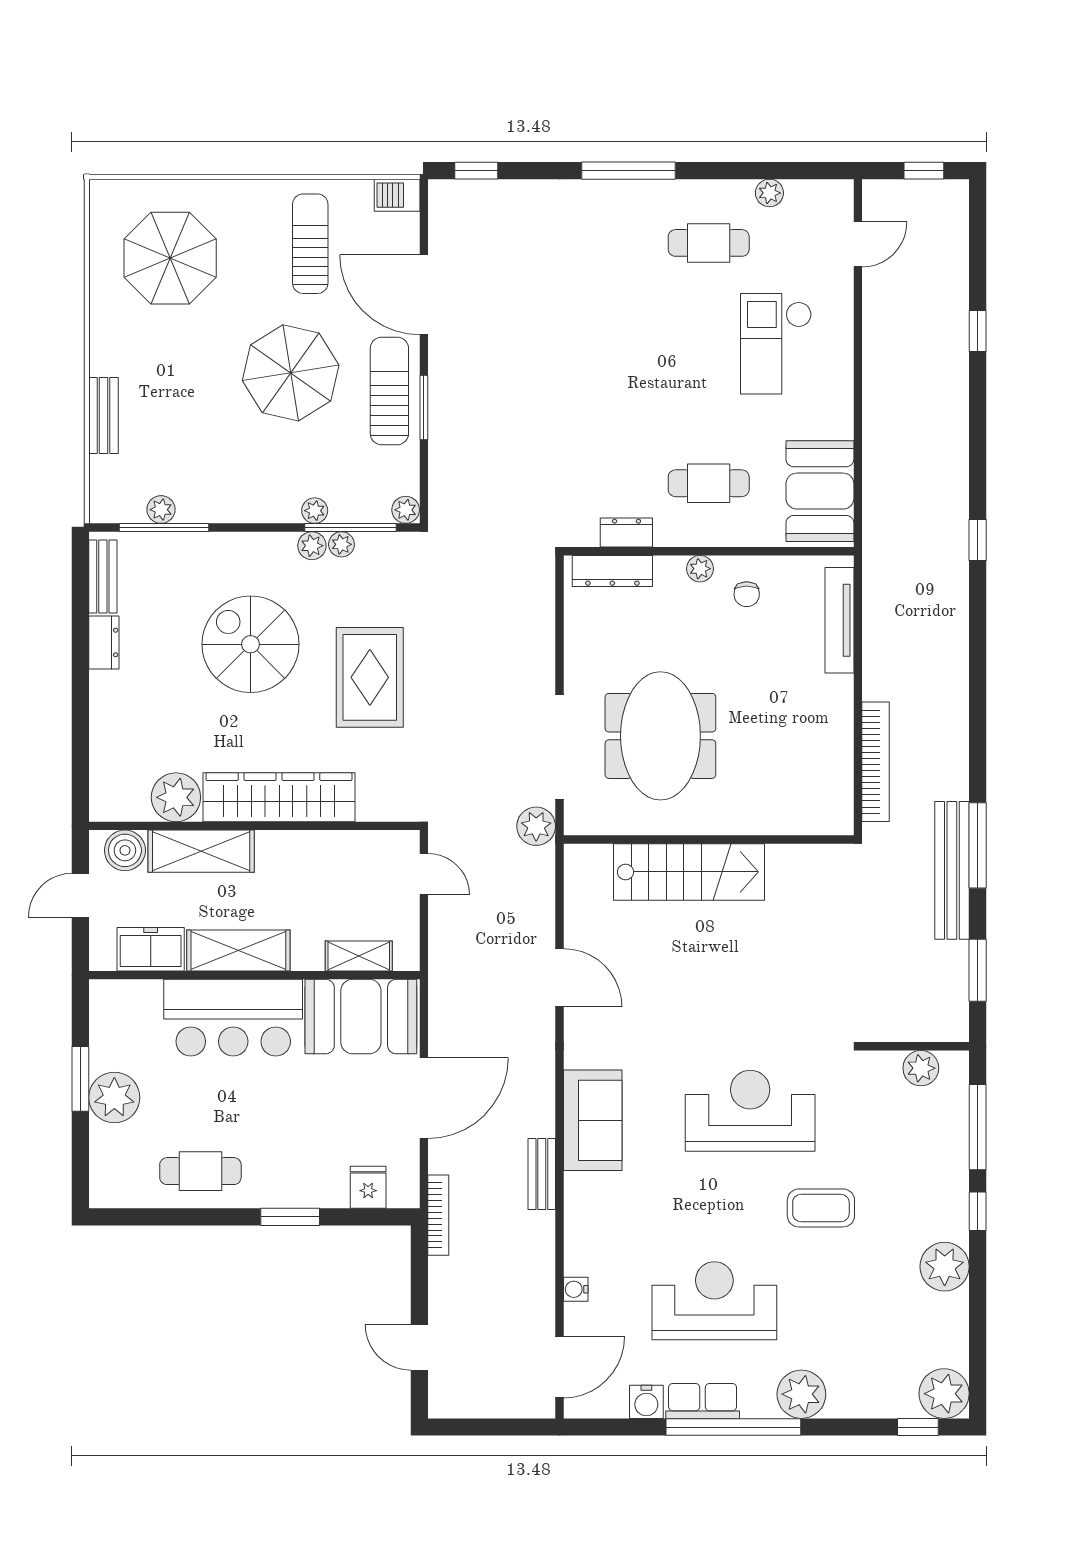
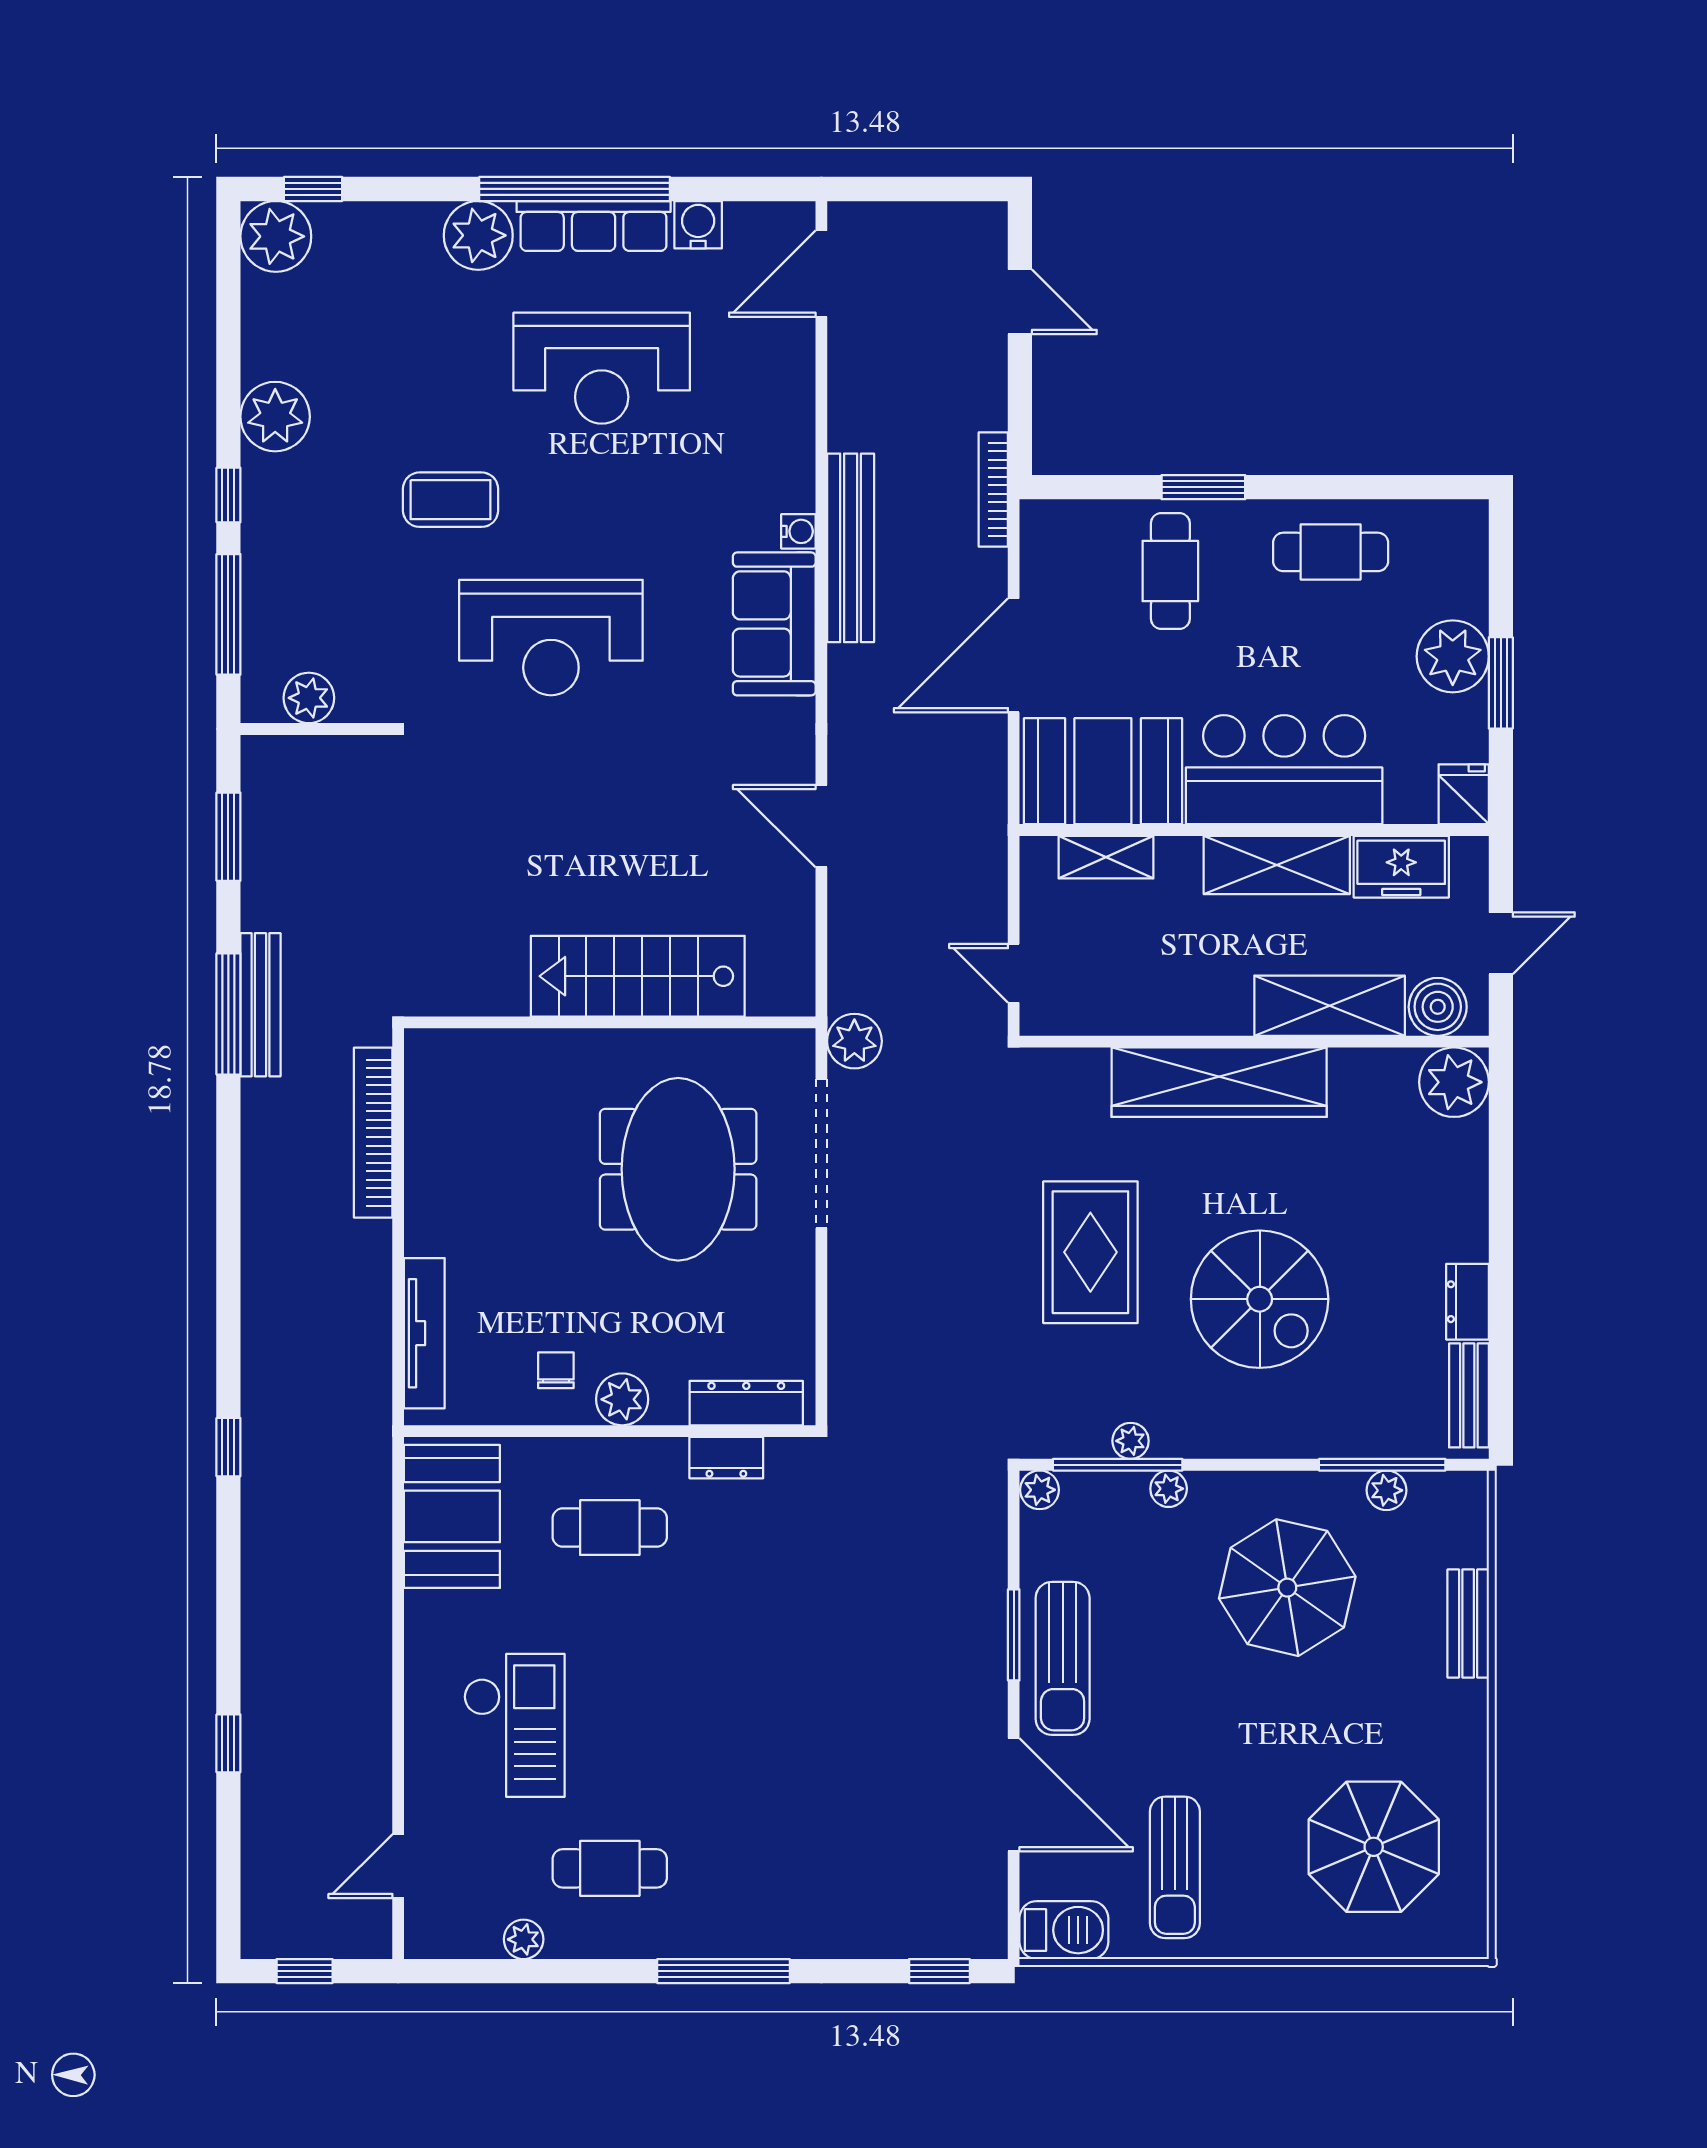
barbecue: (397, 195) -> (1064, 1930), width x1.38, depth x1.27
parasol: (291, 373) -> (1287, 1588), moved
plant: (312, 546) -> (1172, 1439), removed
plant: (700, 569) -> (622, 1399), width x1.38, depth x1.38
plant: (176, 797) -> (1454, 1082), moved
bench: (952, 870) -> (260, 1005), width x0.73, depth x0.82
cafe table: (313, 1158) -> (1170, 571), added
bench: (542, 1174) -> (851, 548), width x1.86, depth x1.21
fridge: (368, 1187) -> (1464, 794), moved, turned 180
water cooler: (576, 1289) -> (798, 531), moved
row of seats: (703, 1401) -> (594, 226), width x1.48

